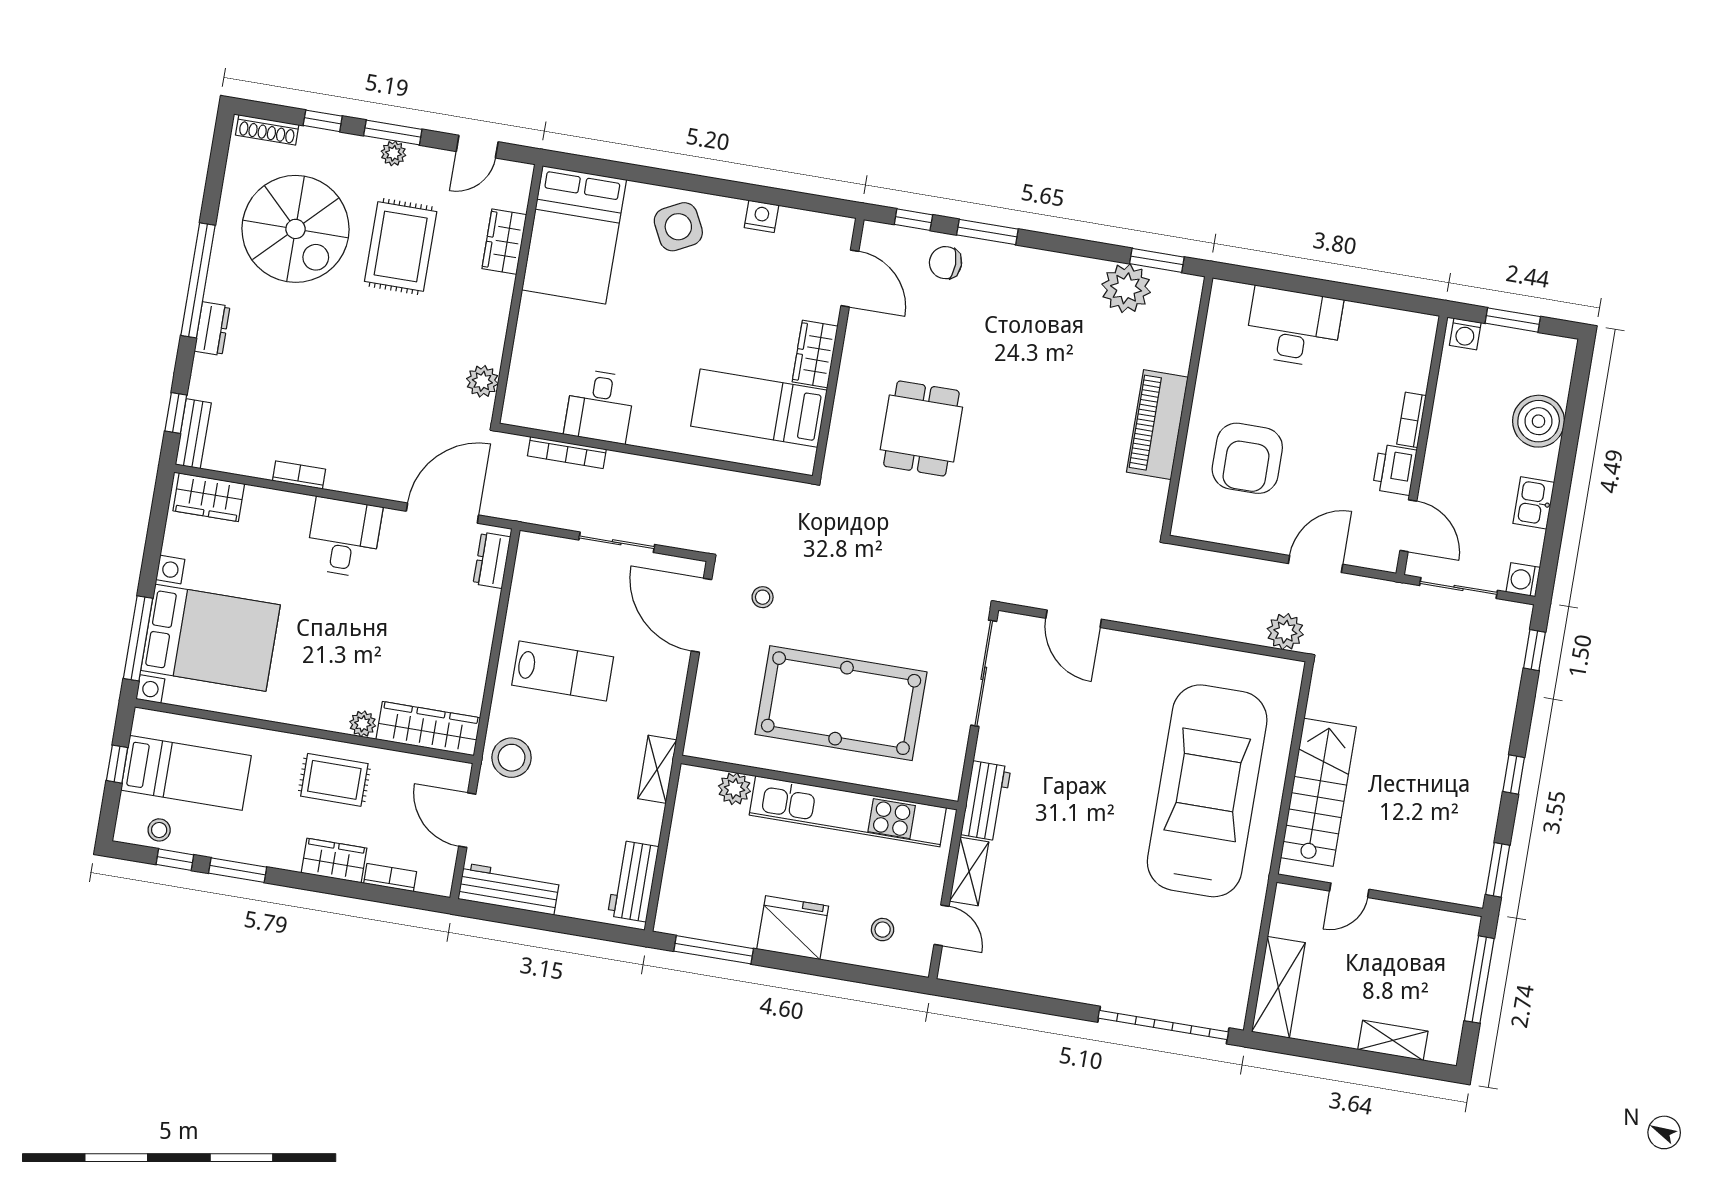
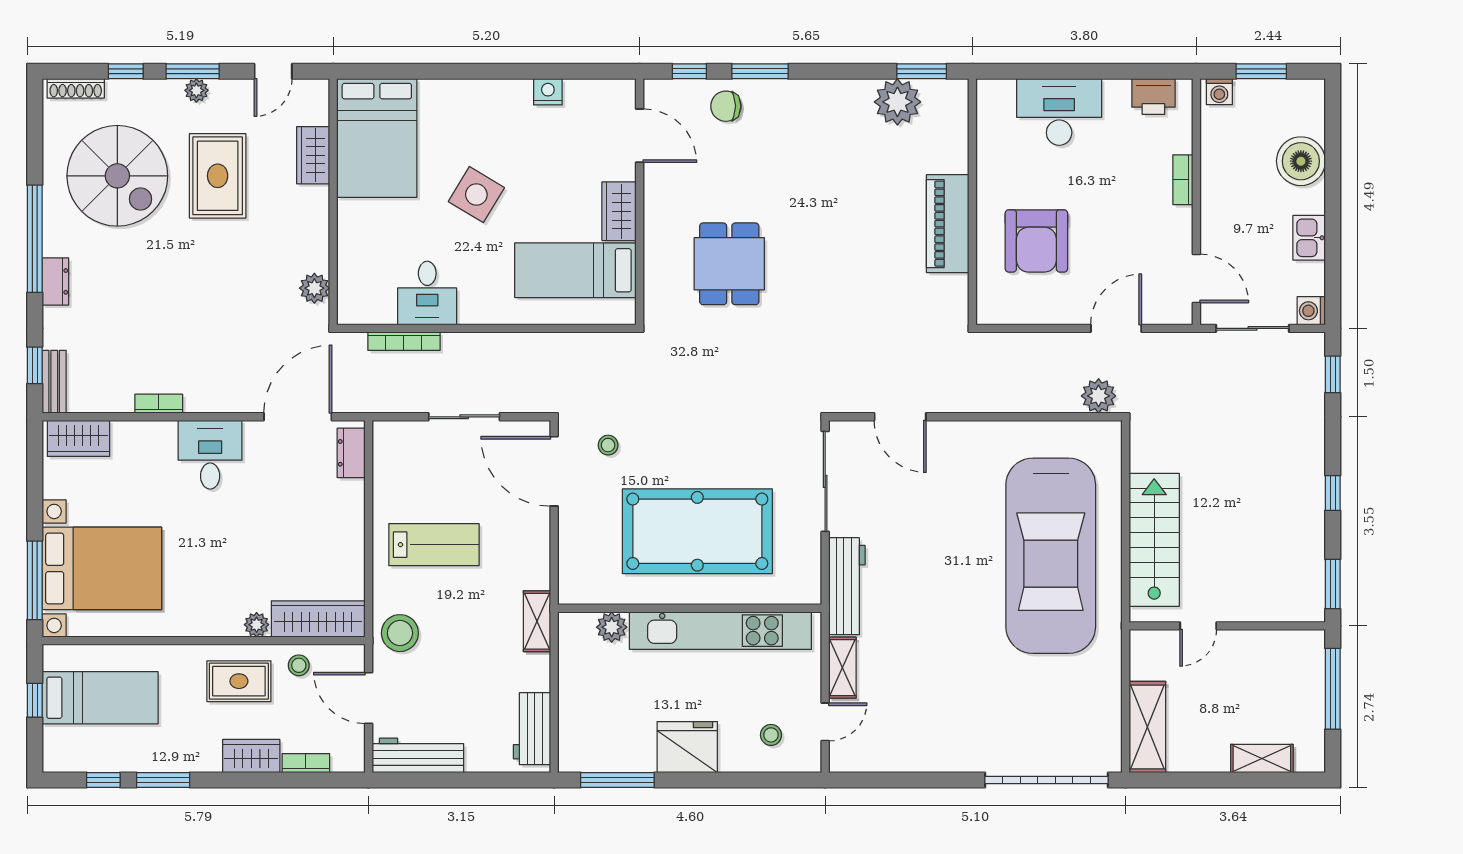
side table: (678, 227) -> (476, 195), moved, turned -32
printer: (1395, 470) -> (1153, 97), moved, turned -90
car: (1207, 791) -> (1051, 556), turned 180
workbench: (986, 801) -> (847, 586), width x1.38
stool: (159, 830) -> (299, 665), moved
door: (942, 925) -> (825, 722), hinge flipped

